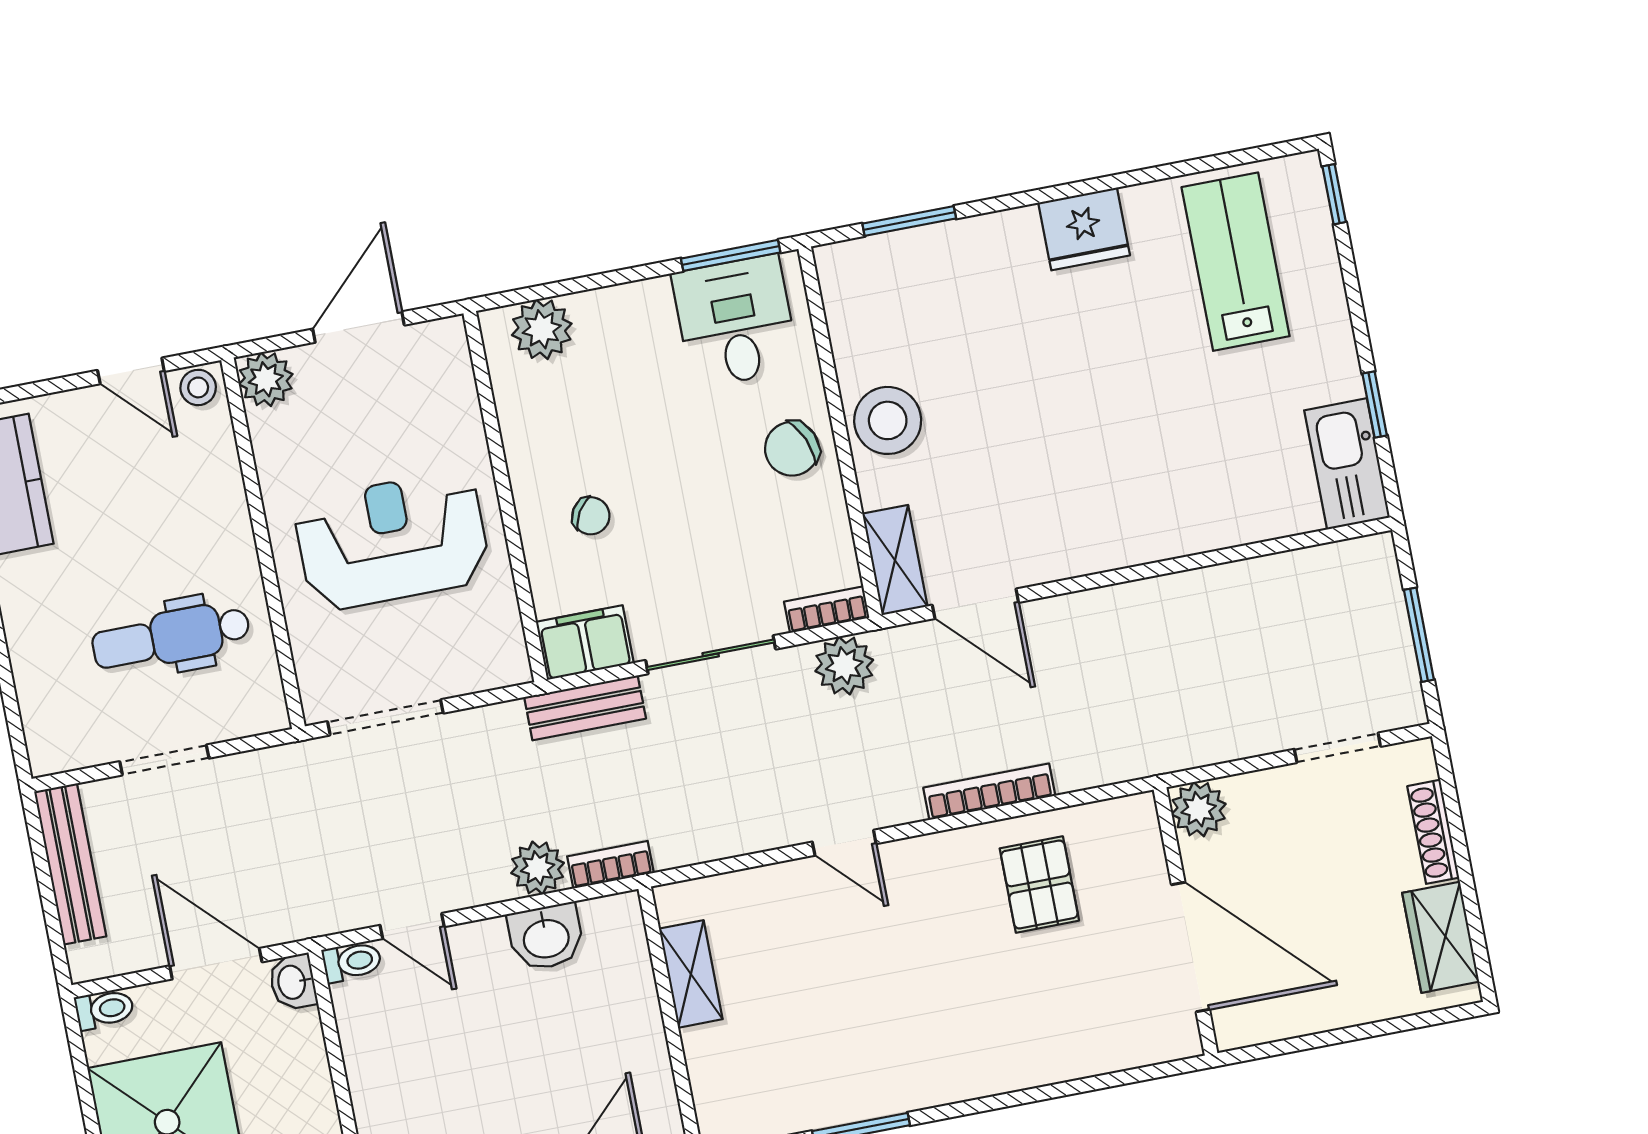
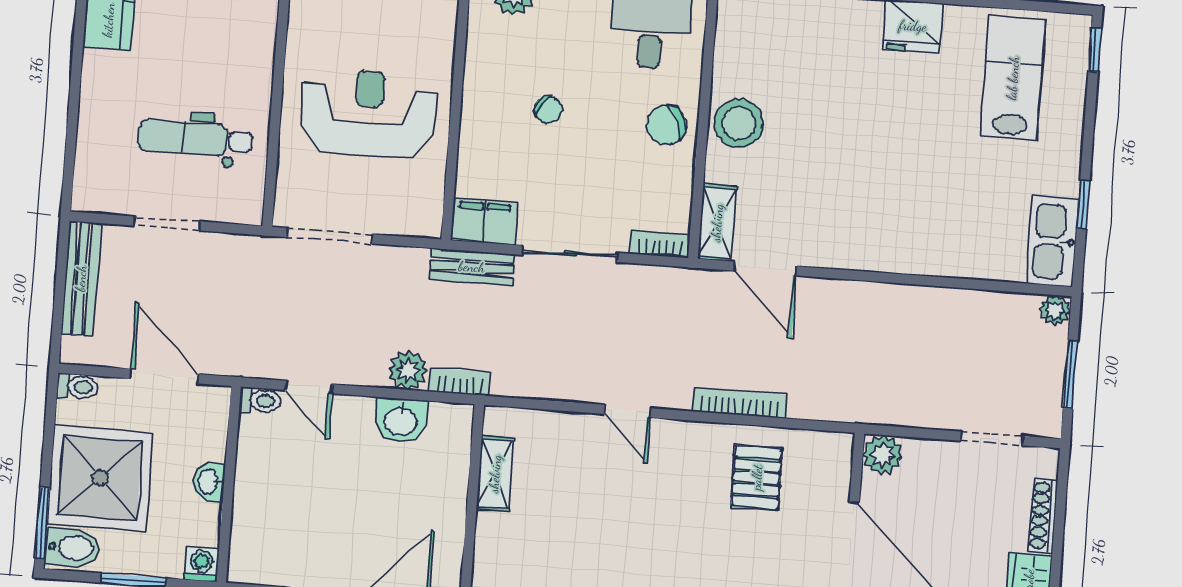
chair: (591, 516) -> (548, 110), moved
plant: (844, 666) -> (1055, 311), moved, width x0.73, depth x0.73
washbasin: (293, 982) -> (209, 482), moved

